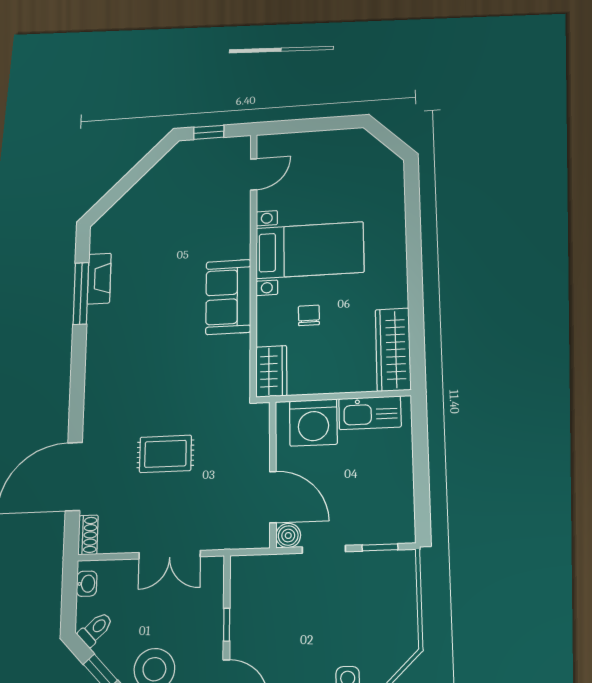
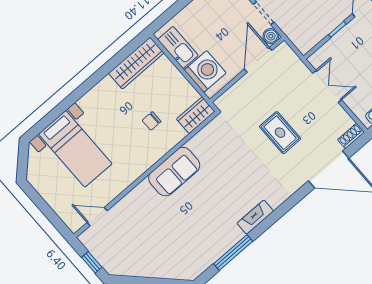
bed with nightstands: (310, 250) -> (75, 149), moved, turned 180
fireplace: (99, 279) -> (255, 217), moved

